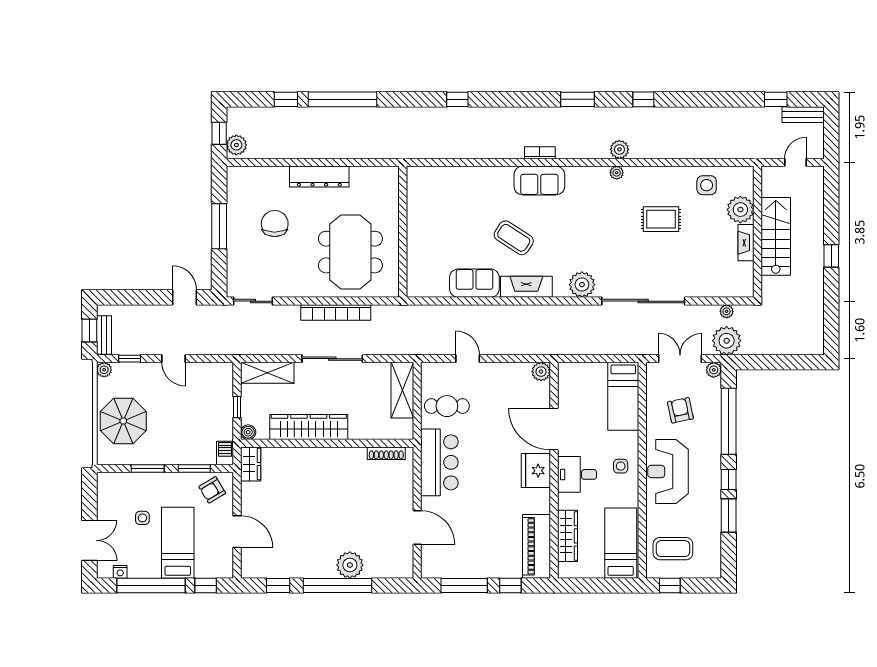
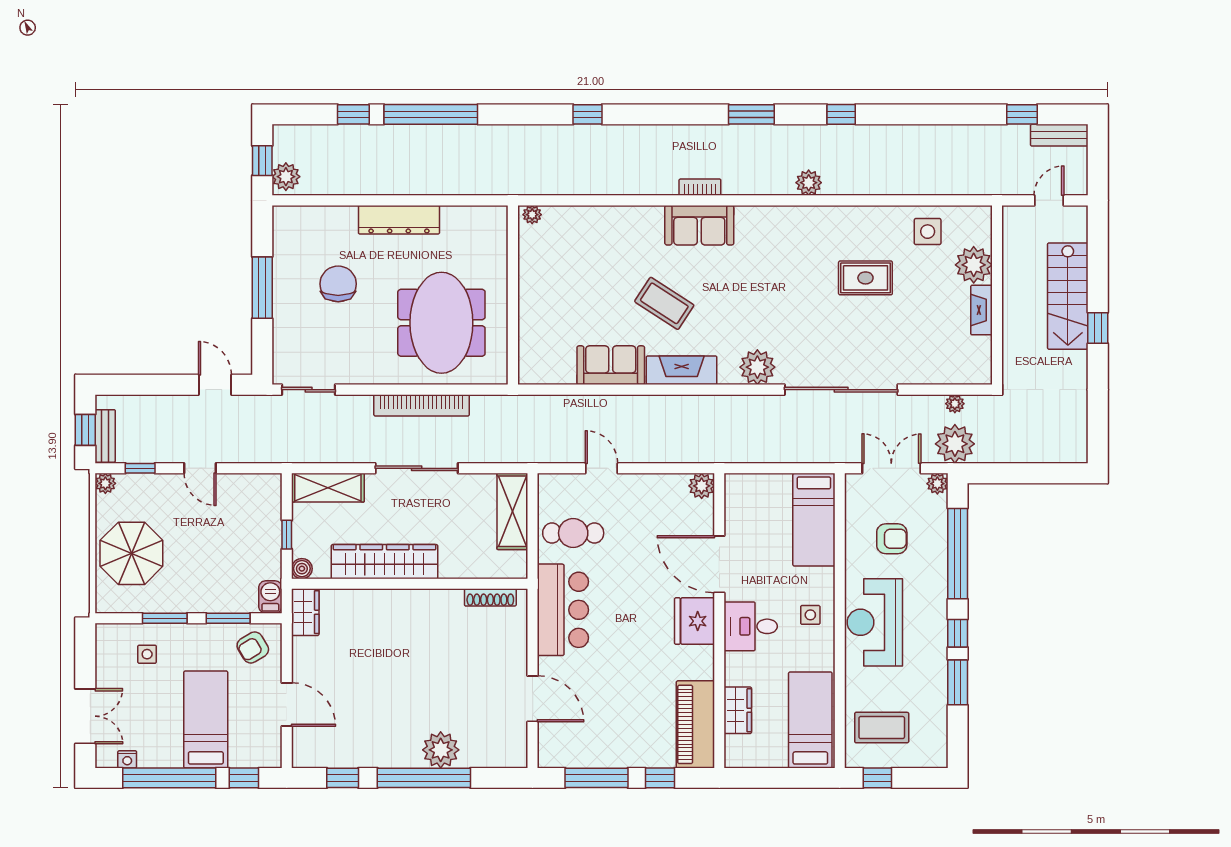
plant: (617, 173) -> (532, 215), moved
stairs: (776, 236) -> (1068, 296), moved, turned 180
armchair: (680, 410) -> (892, 539), turned 102
side table: (142, 518) -> (147, 654), moved
wardrobe: (568, 536) -> (738, 710), width x0.67

